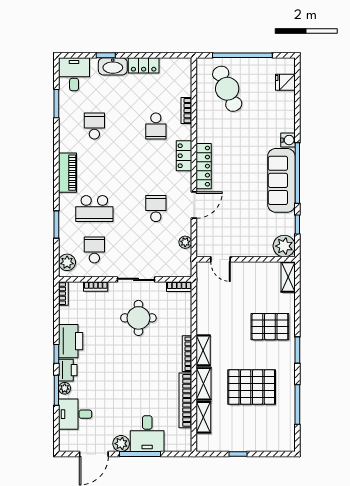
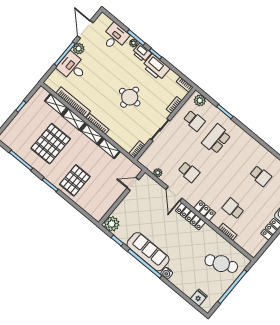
piano: (67, 173) -> (248, 141), removed
shelving: (288, 277) -> (109, 148), moved
round table: (138, 318) -> (130, 97), moved

